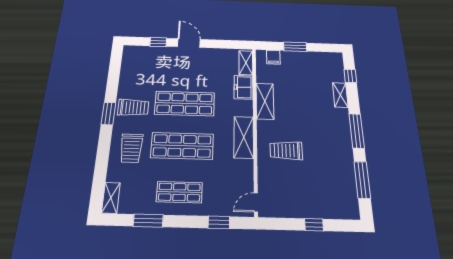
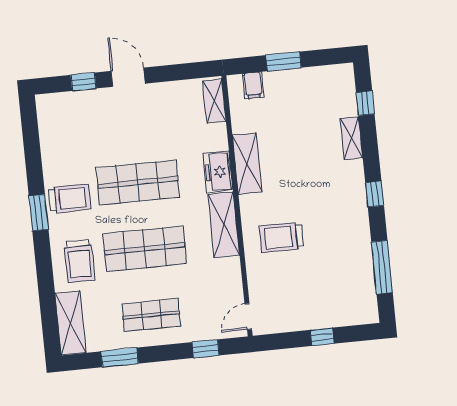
freezer: (243, 87) -> (218, 172), moved
window: (357, 131) -> (375, 194), width x0.46
shelving: (111, 198) -> (70, 323), width x1.50, depth x1.33

